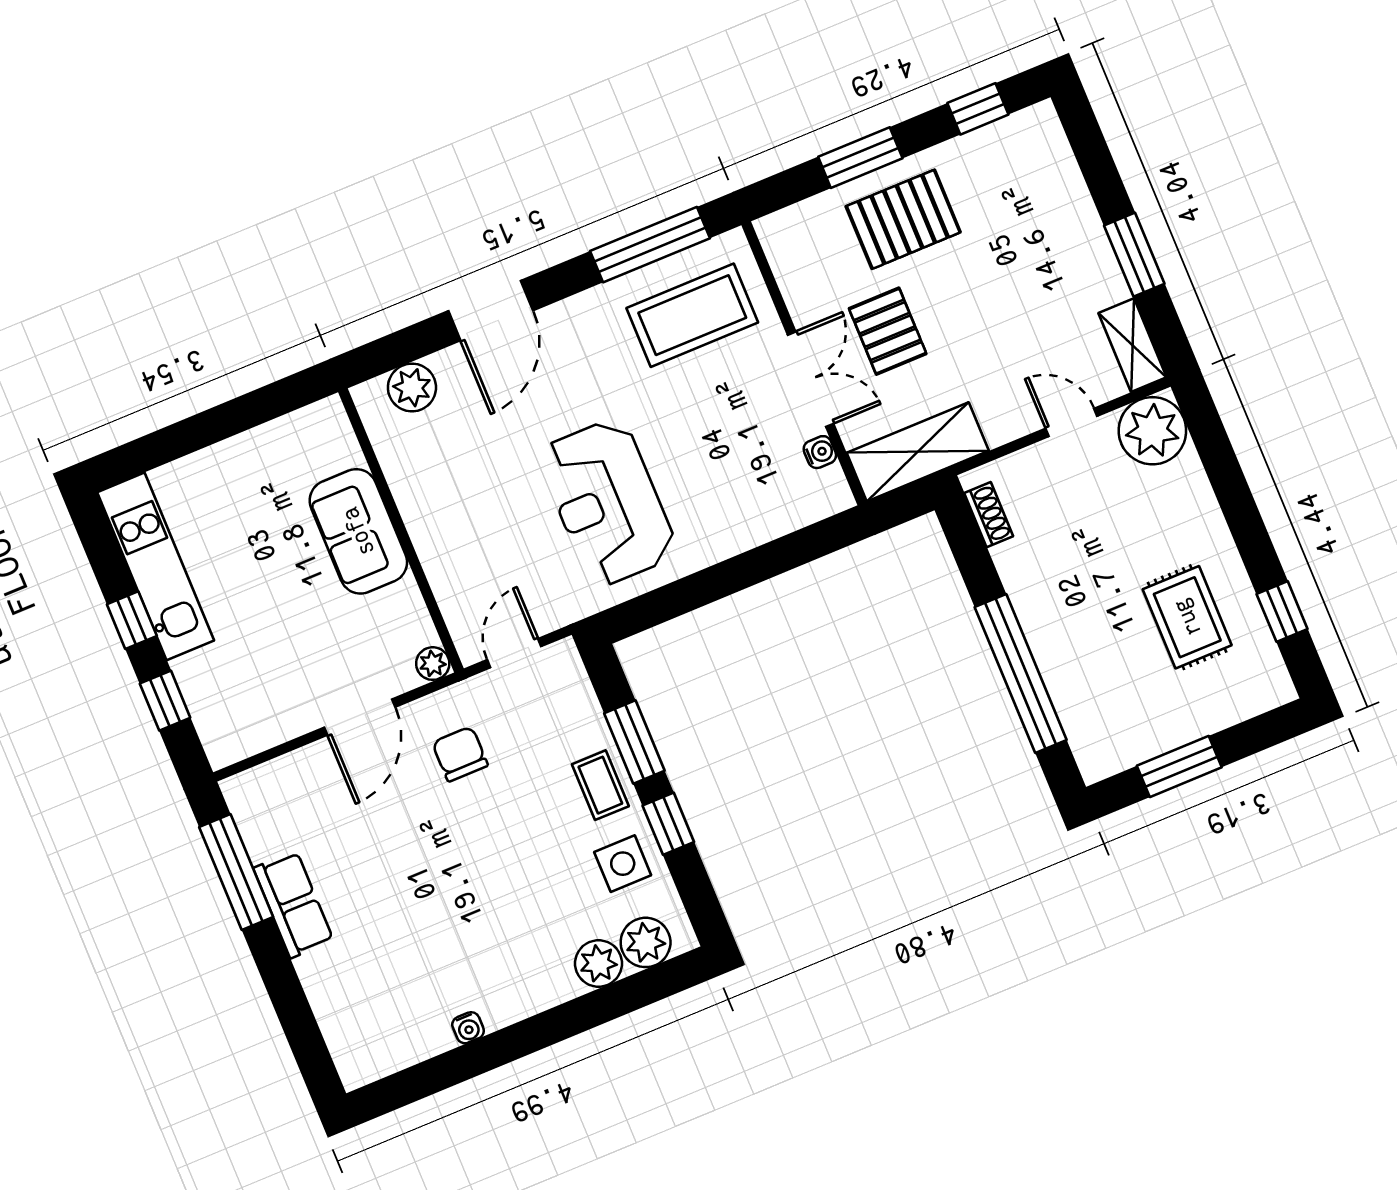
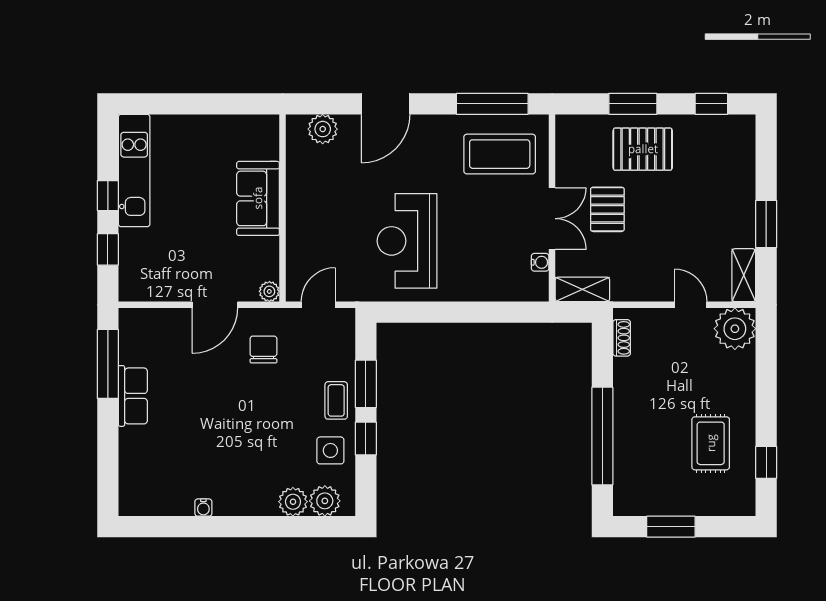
shelving: (918, 452) -> (582, 289), width x0.67, depth x0.75

